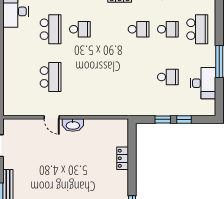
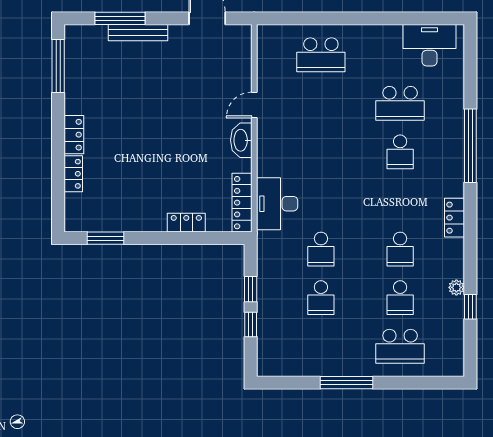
school desk: (51, 77) -> (321, 55), moved
school desk: (139, 77) -> (321, 249), added
desk: (203, 83) -> (277, 204), moved, turned 90
locker: (111, 125) -> (242, 203), added

